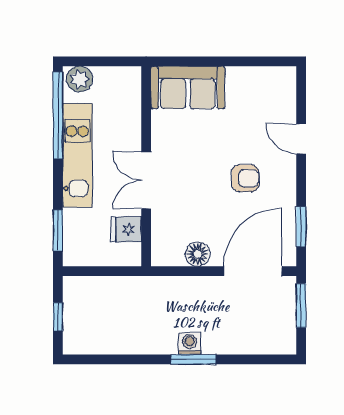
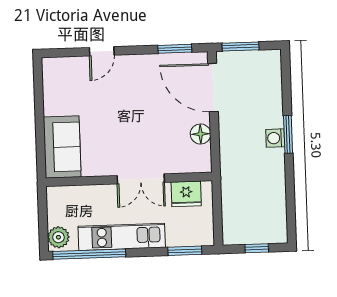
armchair: (245, 178) -> (136, 97), removed
fridge: (126, 229) -> (186, 194), width x1.38

